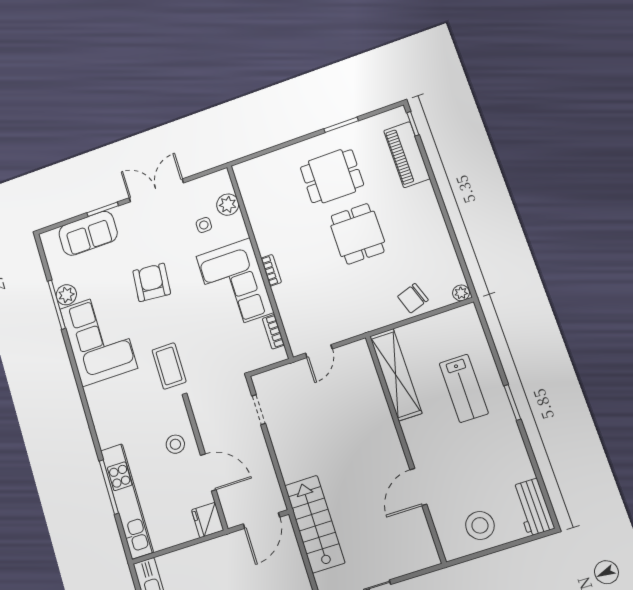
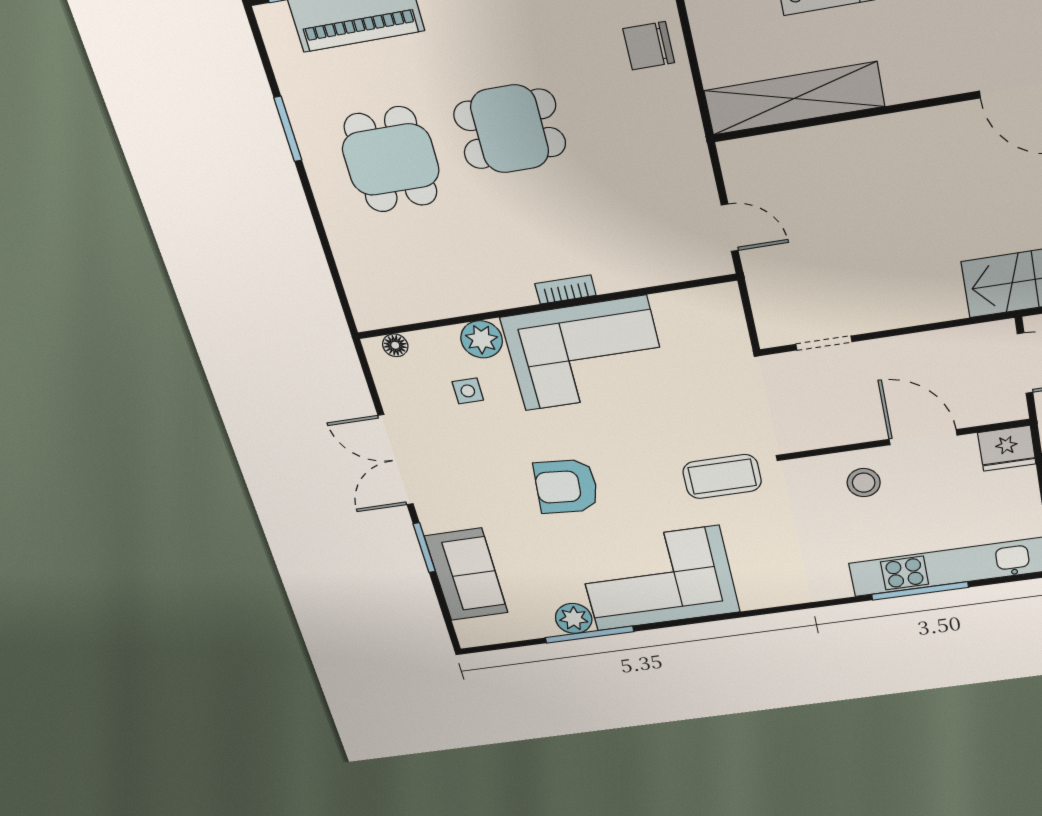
floor lamp: (226, 185) -> (395, 345), added
plant: (228, 205) -> (482, 339), moved
chair: (413, 298) -> (649, 46), turned 109
bookcase: (273, 332) -> (683, 300), removed
door: (208, 472) -> (923, 437), hinge flipped

